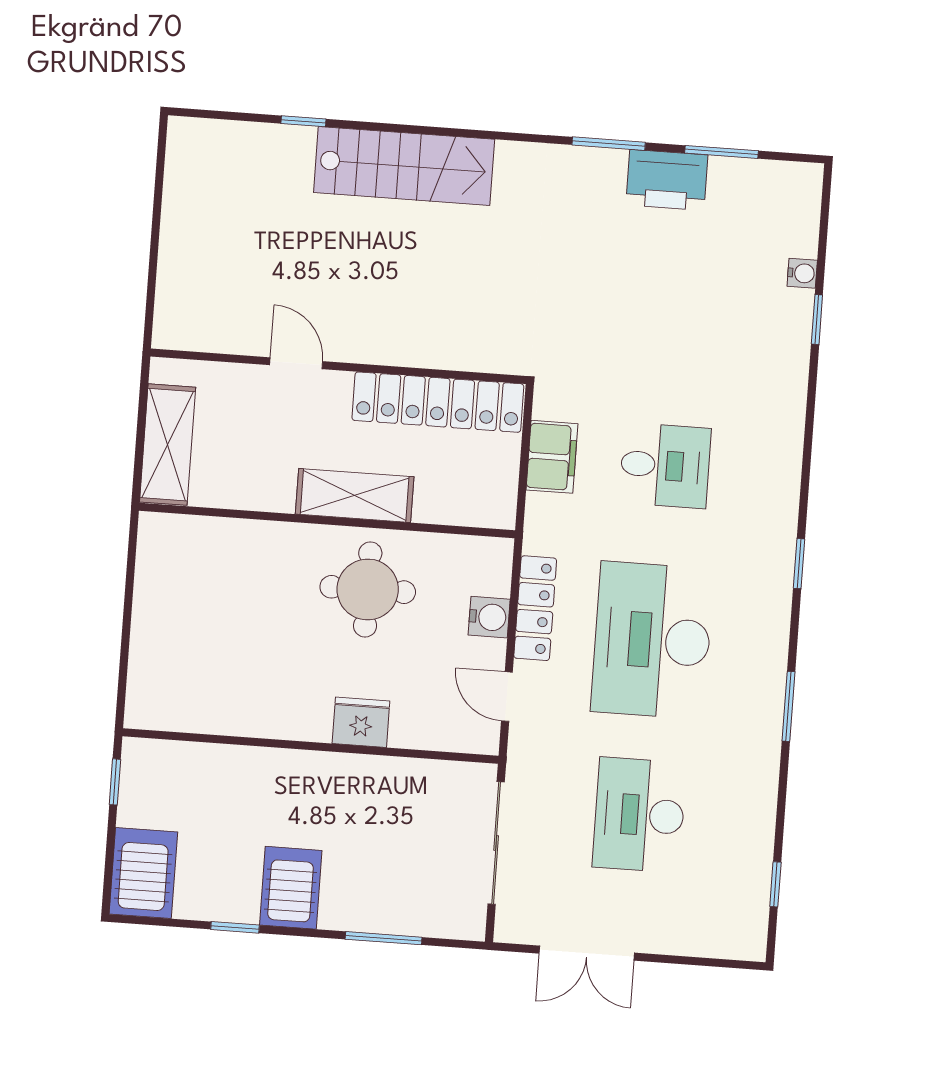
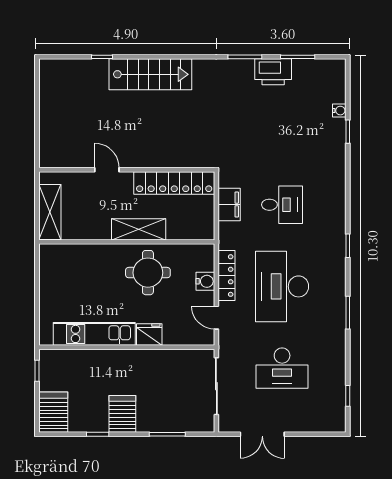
kitchen unit: (243, 712) -> (94, 334), added
desk: (639, 815) -> (282, 368), turned -90

